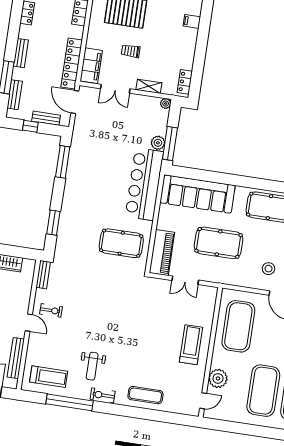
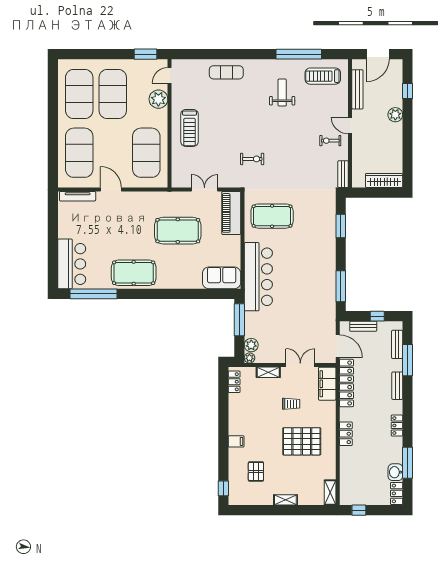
plant: (158, 143) -> (251, 345), moved
sofa: (197, 194) -> (222, 278), width x0.54, depth x0.79
stool: (269, 269) -> (126, 213), removed
exercise bike: (103, 395) -> (252, 159), moved
window: (224, 426) -> (145, 54), added

